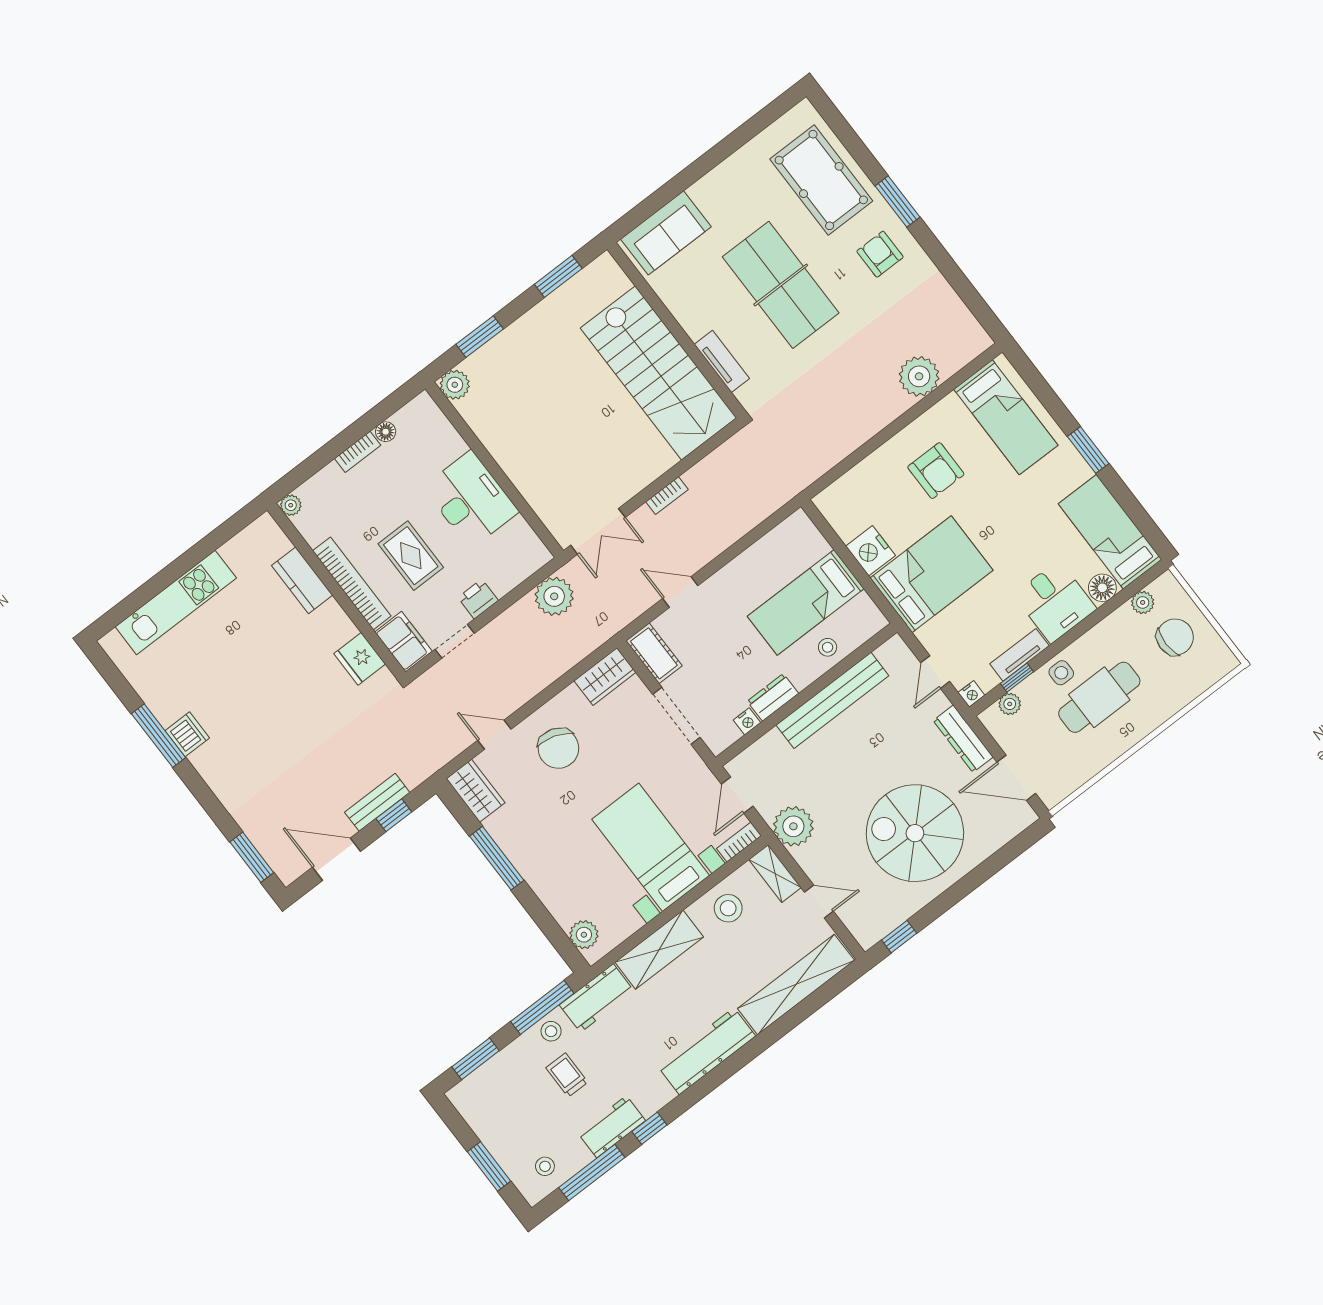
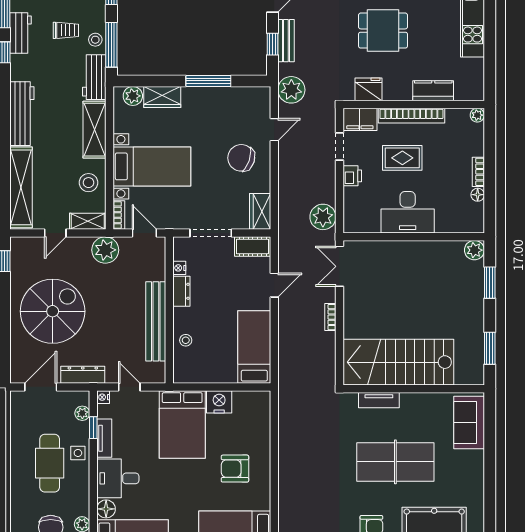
plant: (919, 376) -> (291, 90), moved
bed: (806, 602) -> (254, 347), moved
dining table: (276, 696) -> (383, 31), added
wardrobe: (476, 791) -> (162, 97), moved

